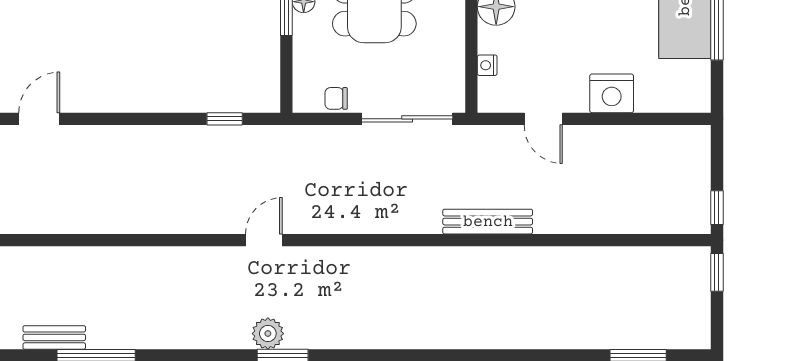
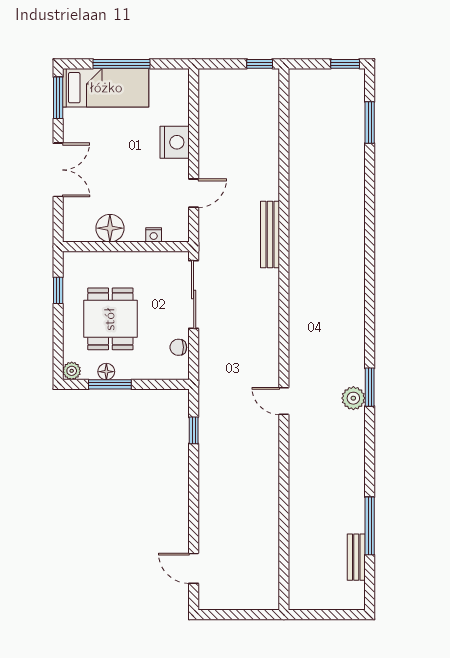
chair: (336, 98) -> (178, 347), turned 90
window: (717, 272) -> (345, 64), moved

